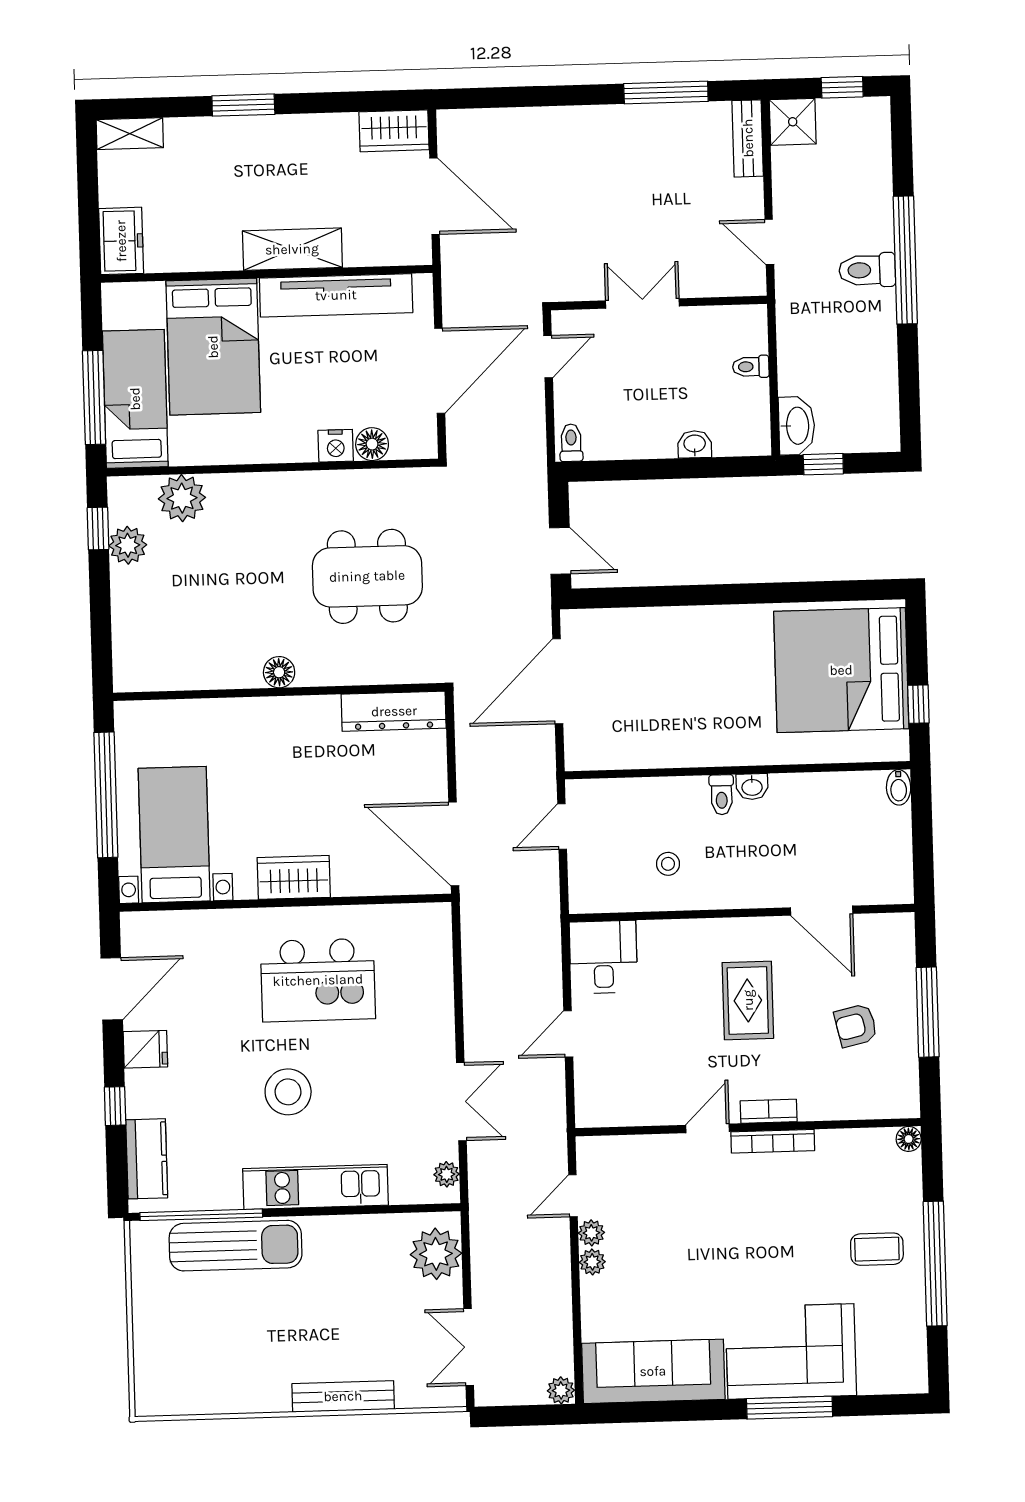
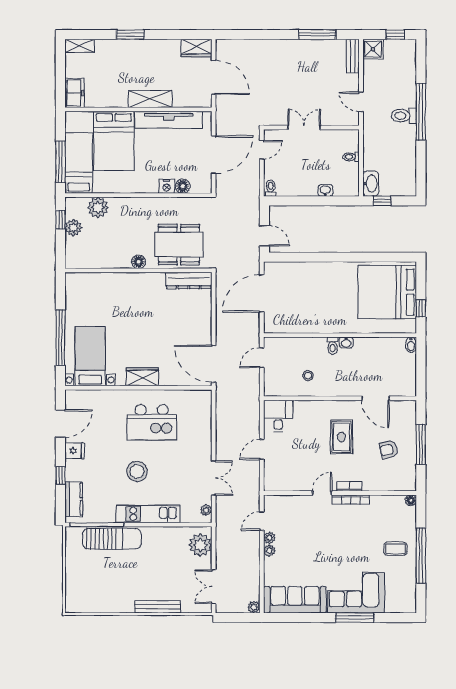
floor lamp: (279, 672) -> (139, 262), moved
wall: (279, 692) -> (138, 270), moved
dresser: (394, 711) -> (189, 280), moved

